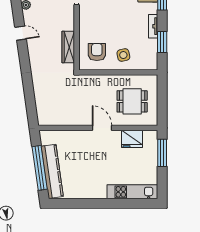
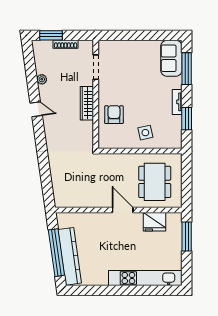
wardrobe: (68, 47) -> (87, 103), moved
armchair: (97, 52) -> (114, 115), moved
dining table: (132, 101) -> (155, 182), width x1.38
kitchen unit: (132, 192) -> (145, 278), width x1.36

